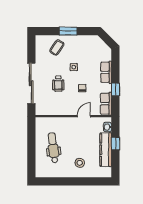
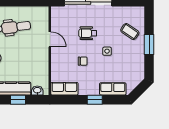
row of seats: (106, 72) -> (113, 89), moved
window: (115, 89) -> (95, 100), moved
door: (84, 116) -> (50, 39), moved

